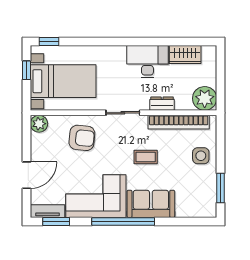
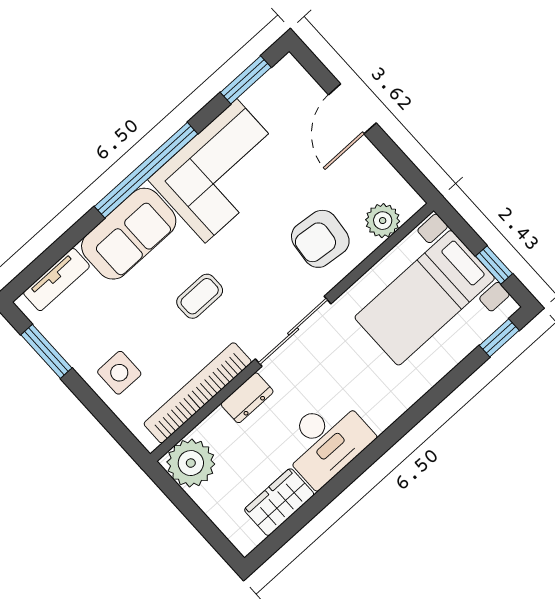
sliding door: (123, 113) -> (293, 331), width x1.37
plant: (39, 124) -> (383, 221), moved
tv unit: (47, 211) -> (56, 280), moved

